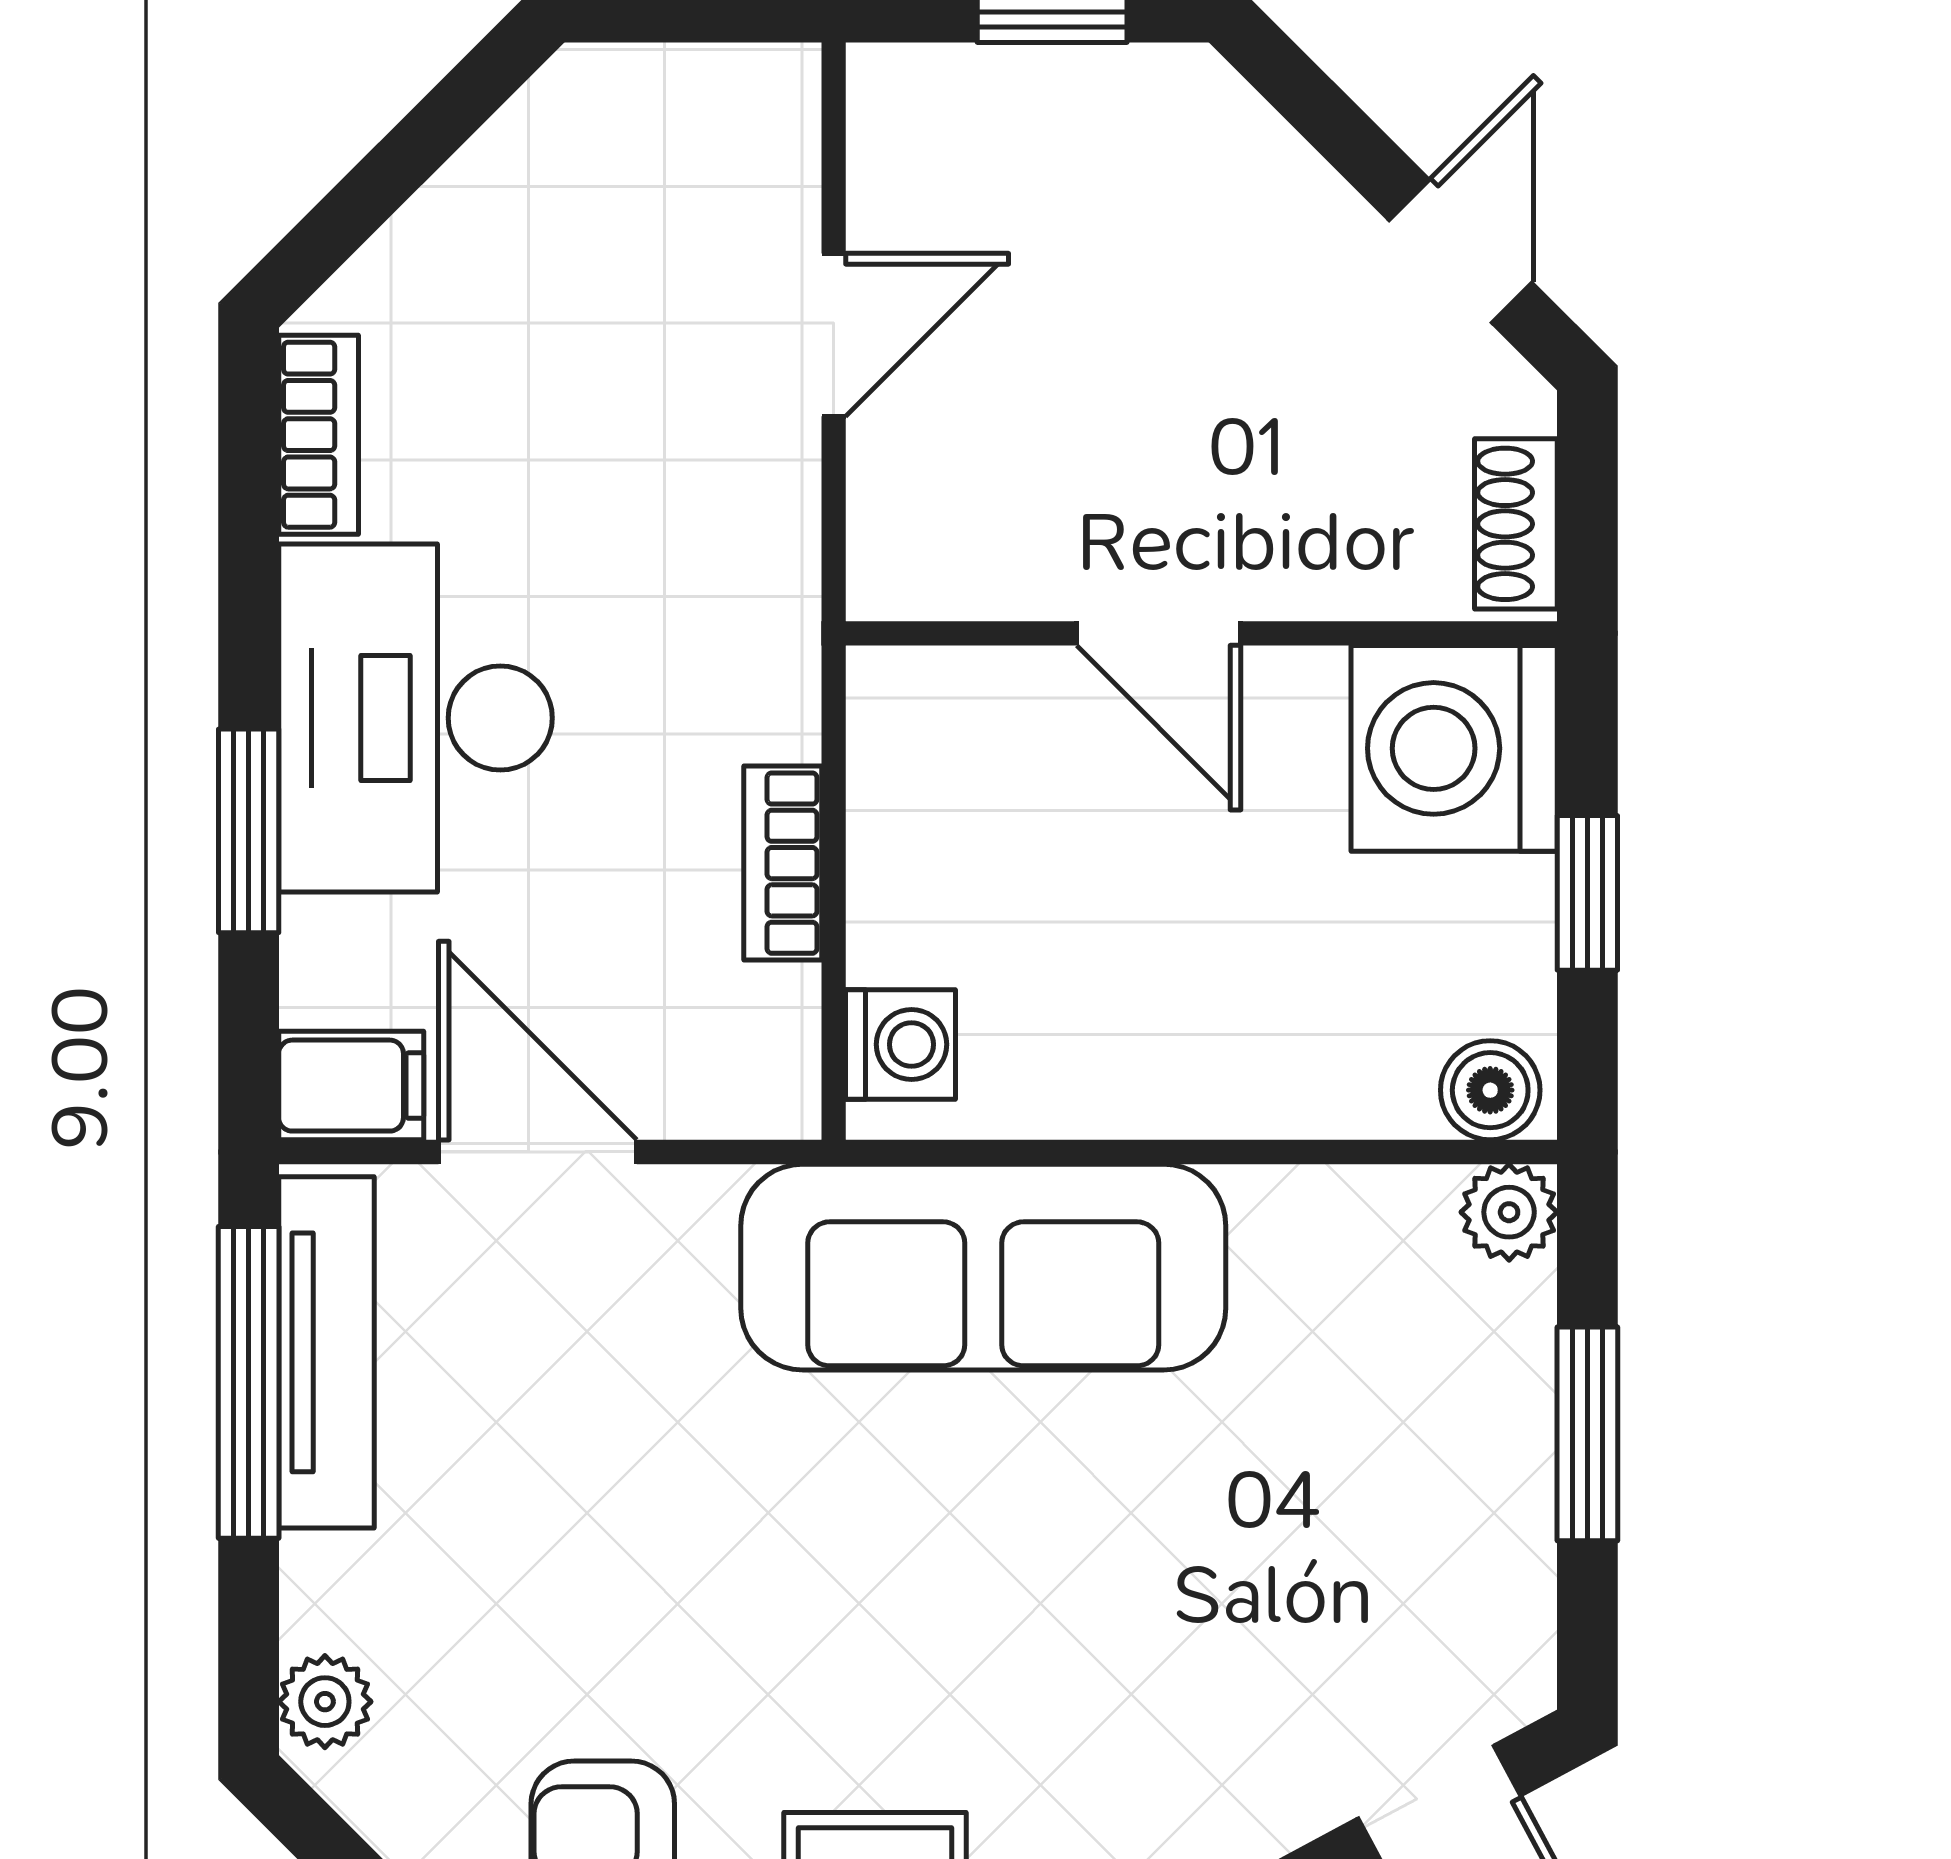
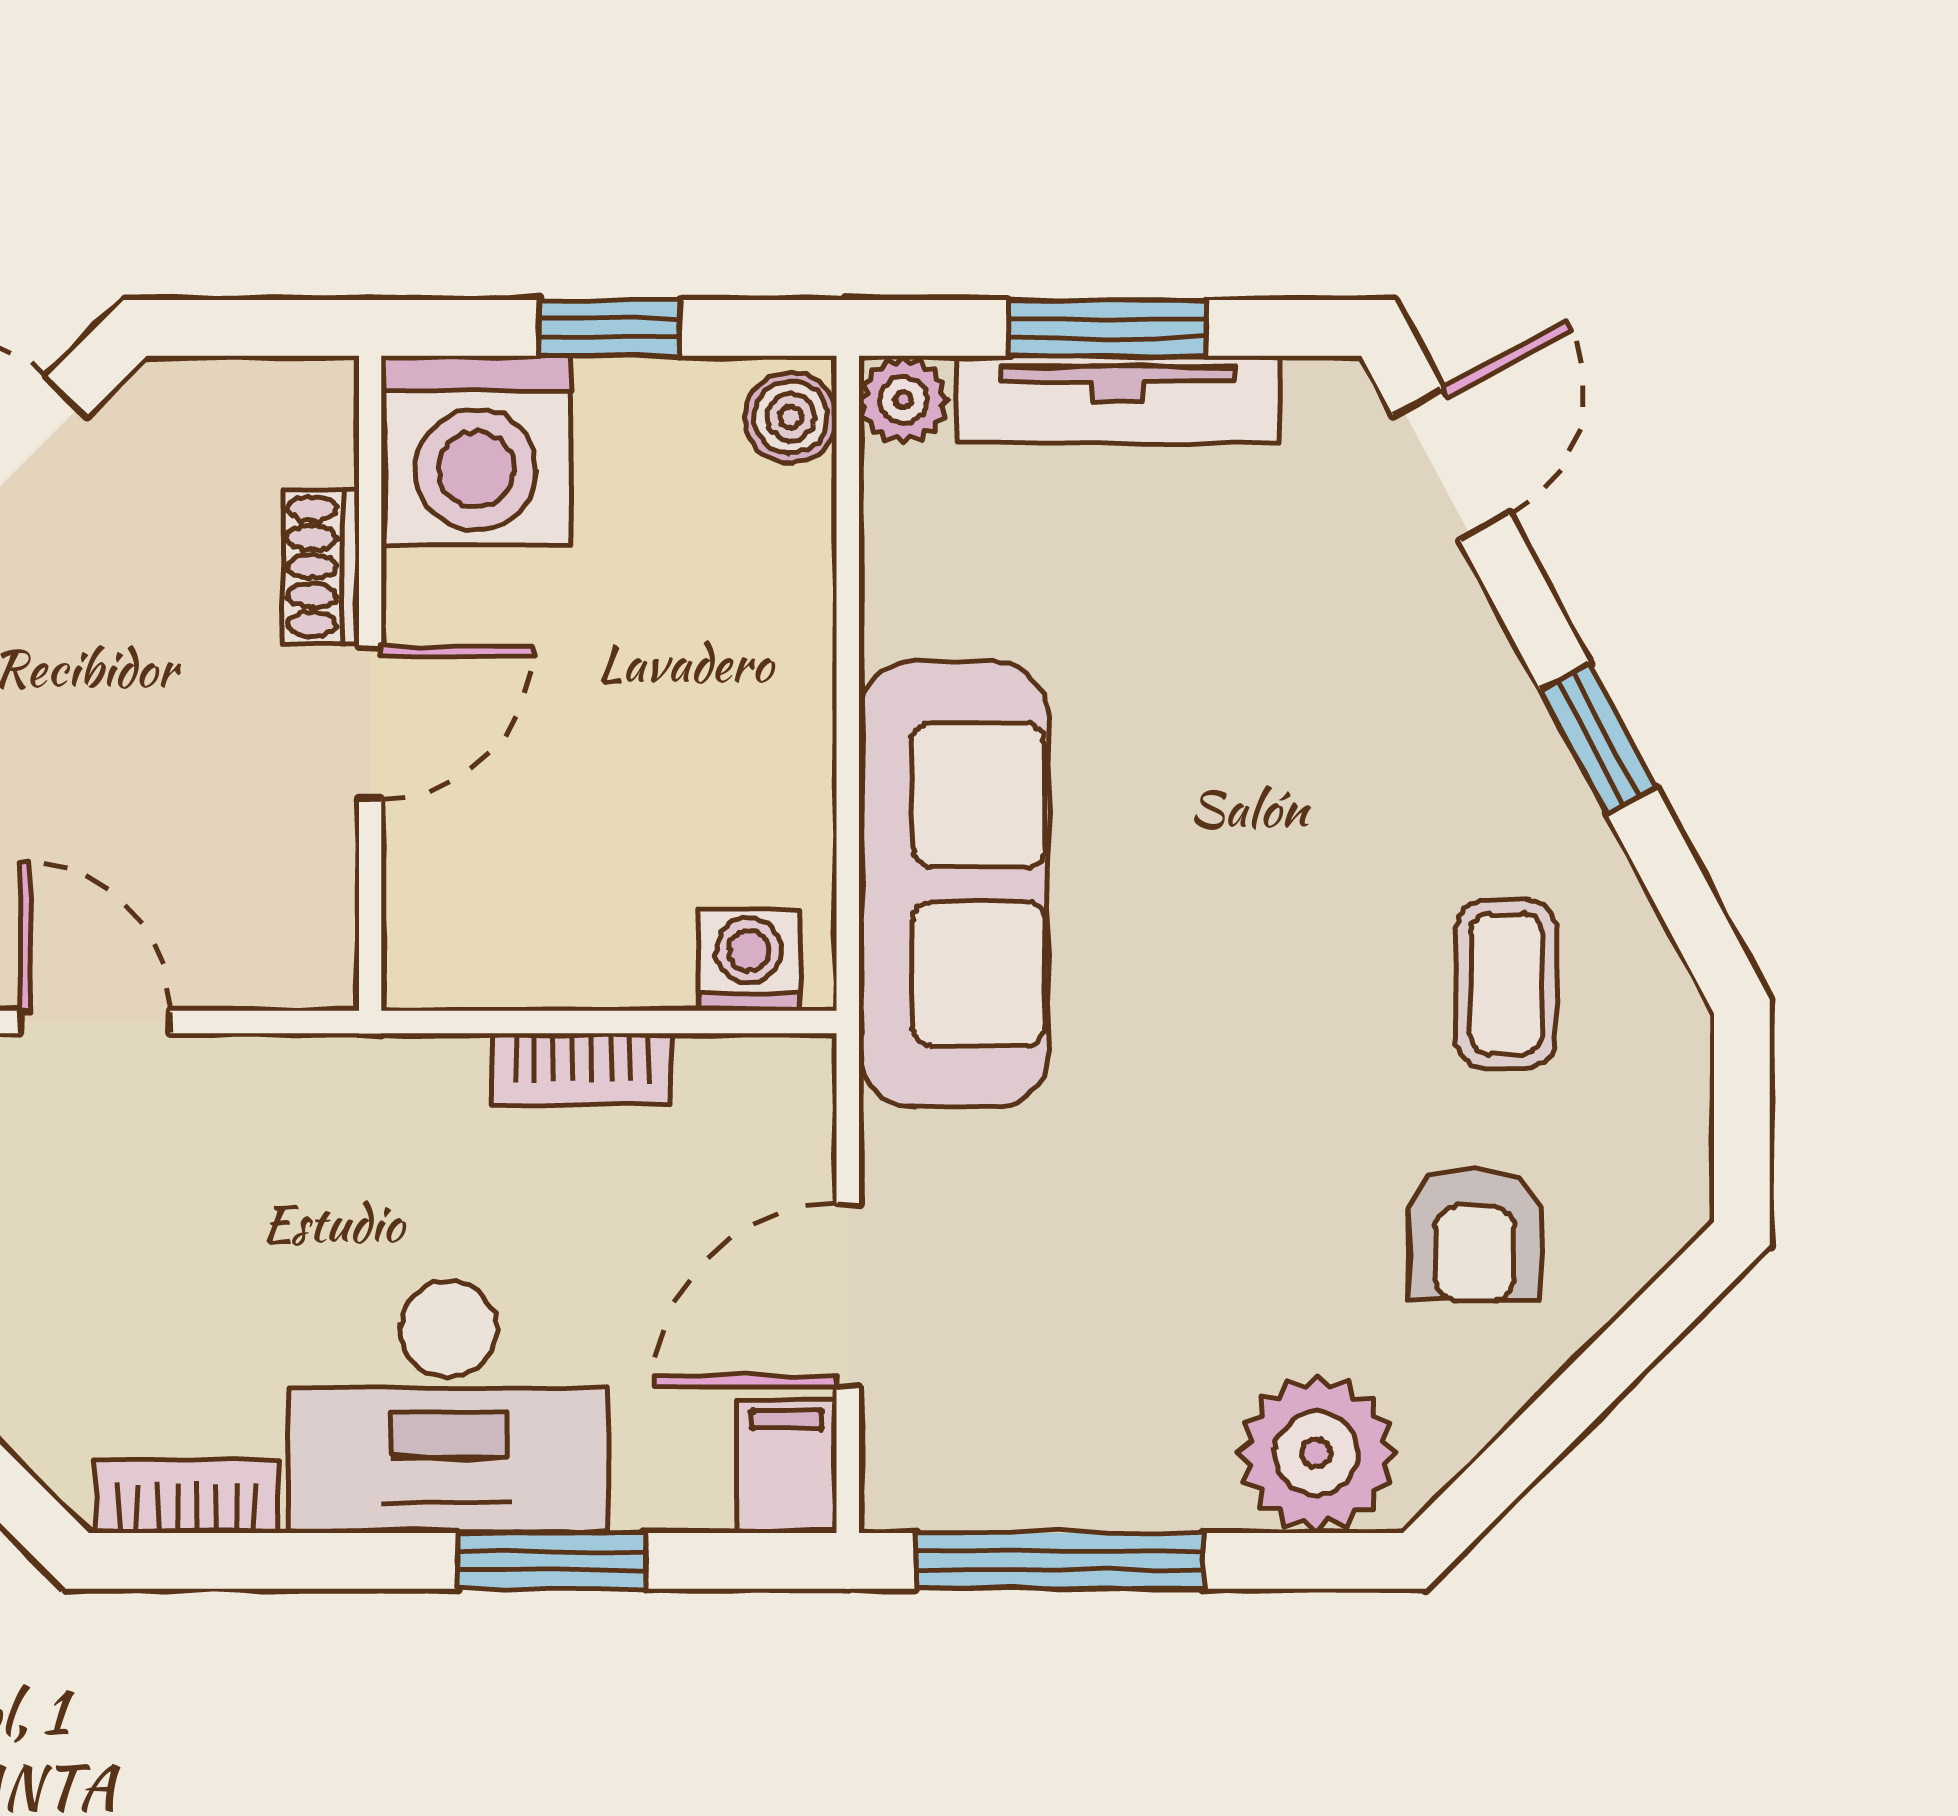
shoe rack: (1516, 524) -> (321, 566), moved, turned 90
tv unit: (326, 1352) -> (1118, 399), moved, turned 180
plant: (325, 1702) -> (1317, 1453), width x1.87, depth x1.87

